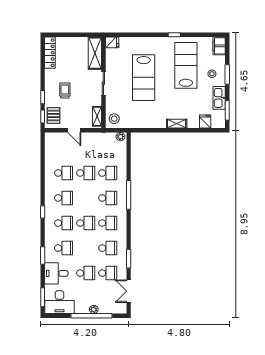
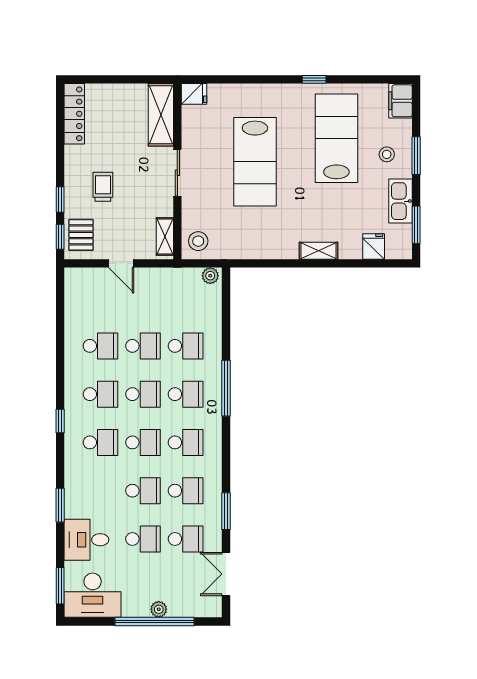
school desk: (86, 198) -> (143, 394), added
school desk: (64, 248) -> (143, 491), moved

